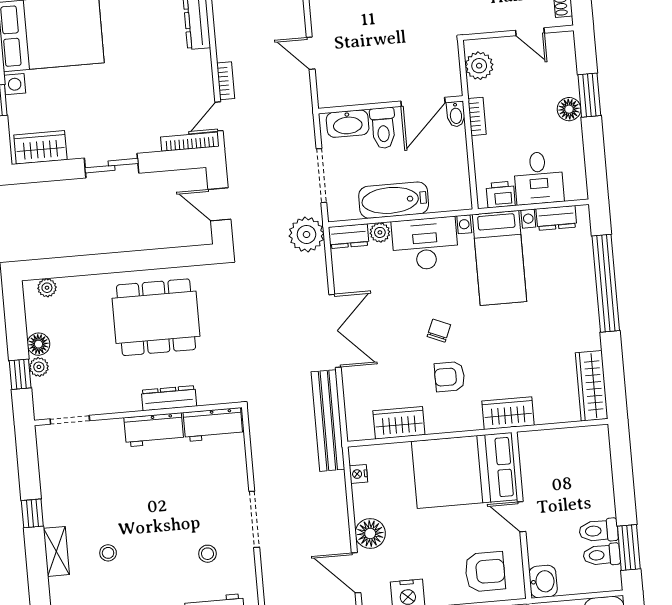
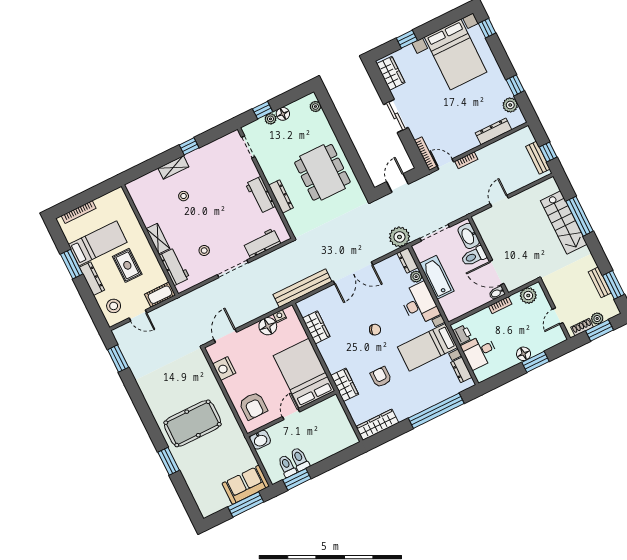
armchair: (450, 377) -> (381, 377), moved
workbench: (213, 425) -> (262, 243), moved, turned 90
floor lamp: (370, 533) -> (268, 326), moved

